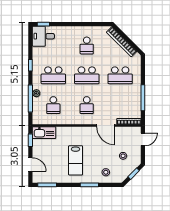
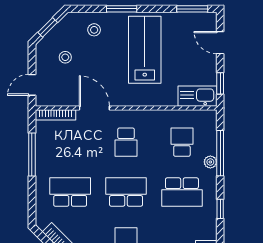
school desk: (53, 75) -> (182, 192), turned 180
school desk: (87, 105) -> (126, 142), turned 180
lab bench: (76, 160) -> (145, 50), width x1.36, depth x1.39

